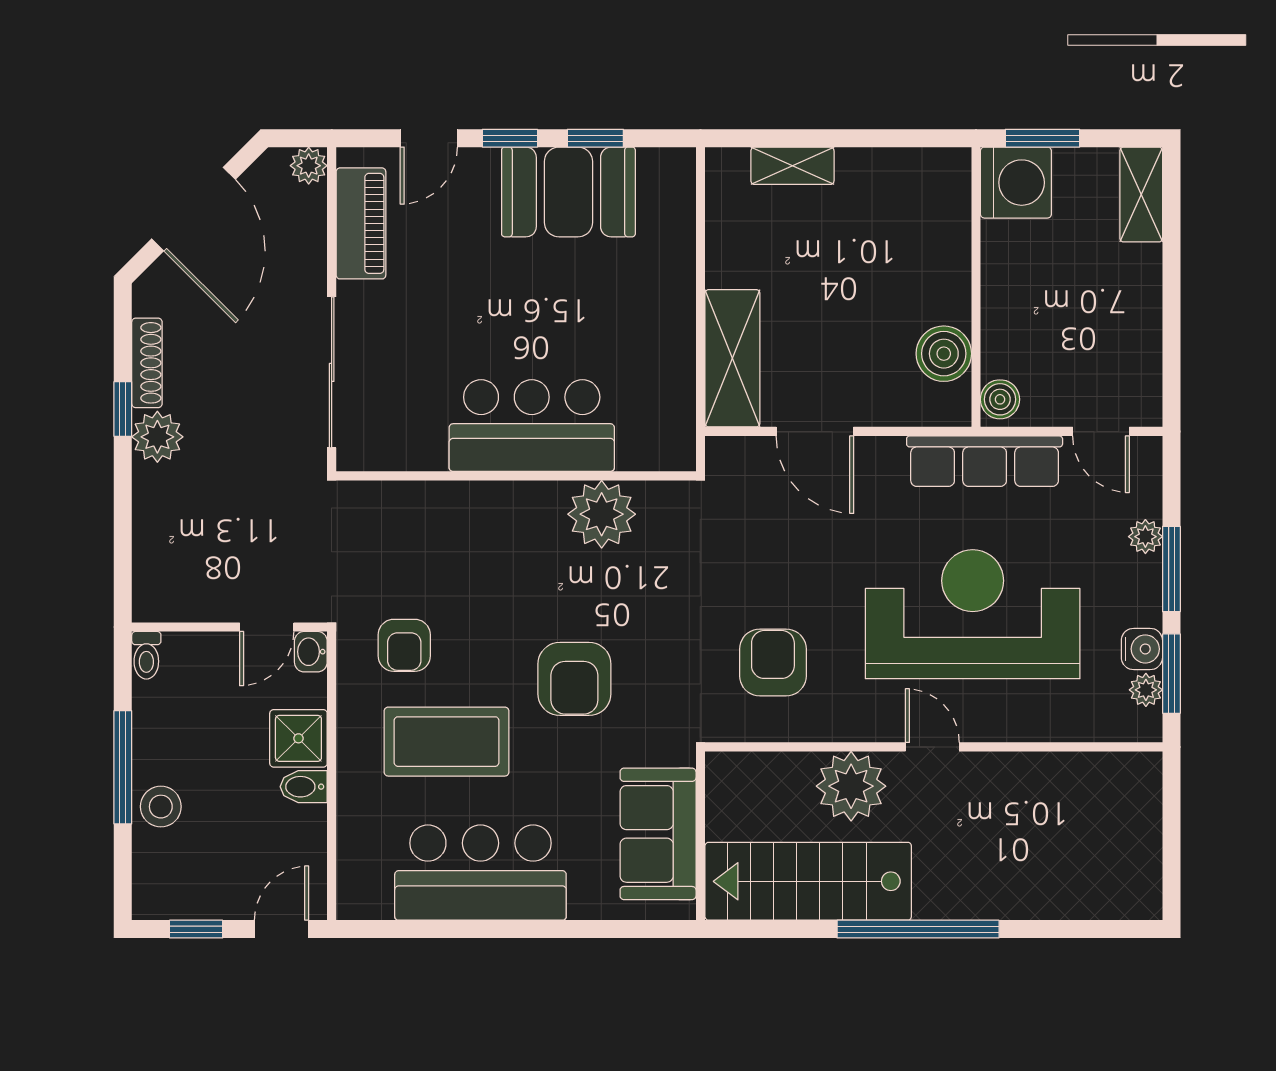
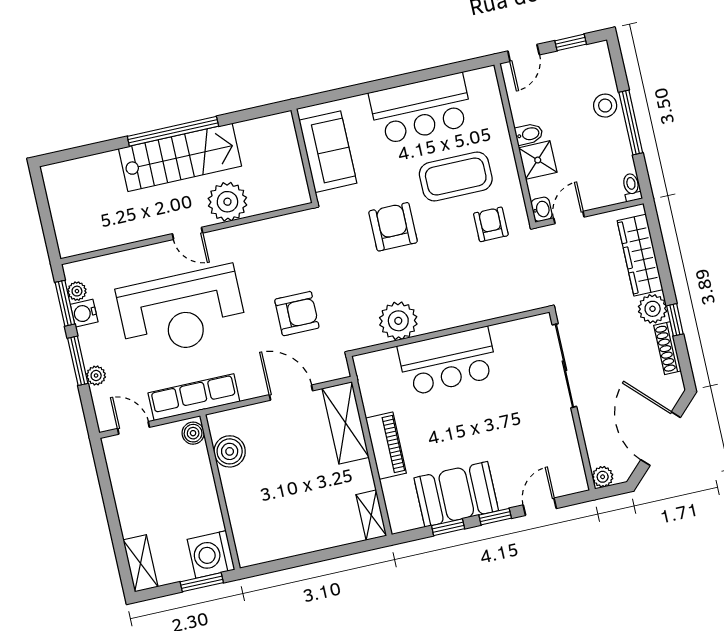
shelving: (792, 166) -> (371, 515), moved, turned 90
piano: (361, 223) -> (386, 446), moved, turned 180
wardrobe: (158, 534) -> (640, 255), added
armchair: (773, 662) -> (297, 314), moved, turned -90
stairs: (808, 881) -> (180, 157), moved

